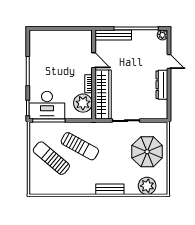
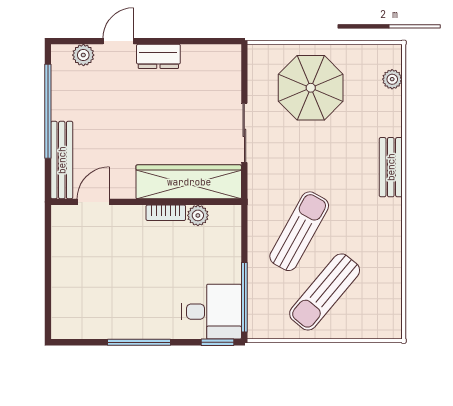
plant: (162, 35) -> (83, 55), moved
door: (94, 60) -> (93, 202), moved
dresser: (162, 85) -> (158, 56), width x0.70
plant: (83, 103) -> (198, 215), width x0.53, depth x0.53
desk: (47, 105) -> (212, 312), width x0.73
plant: (147, 186) -> (392, 79), width x0.53, depth x0.53

